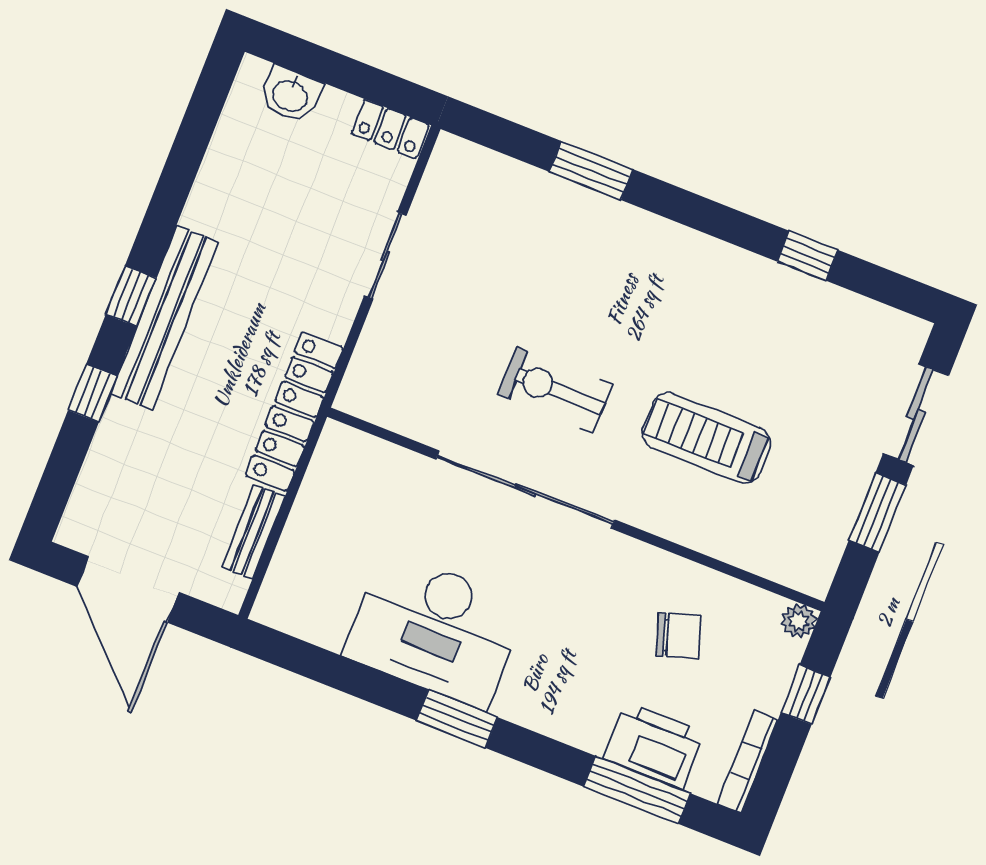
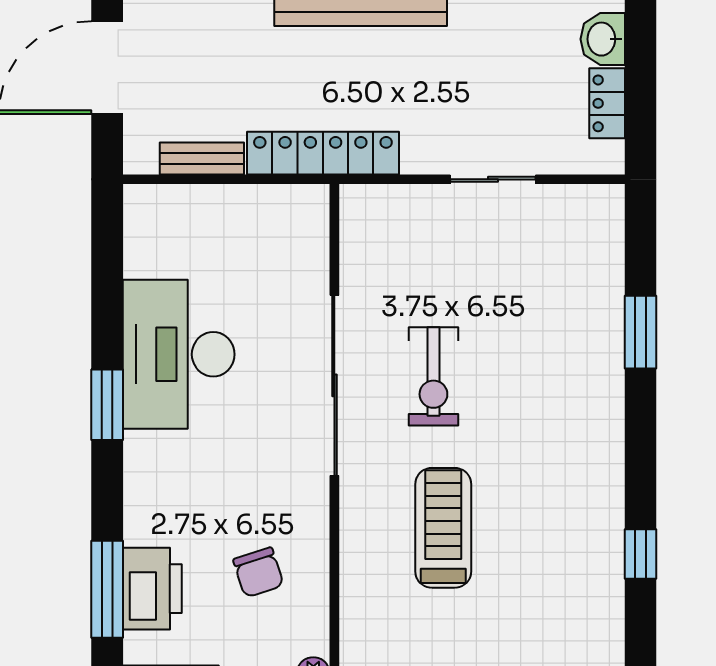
locker: (390, 129) -> (607, 103), moved
exercise bike: (555, 390) -> (433, 376), turned 180

